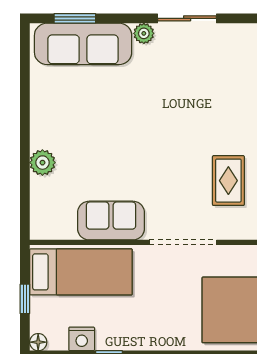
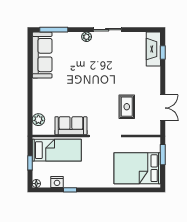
window: (75, 18) -> (54, 30), width x1.44
sofa: (83, 44) -> (42, 55), moved, turned -90
plant: (42, 163) -> (38, 120), moved

